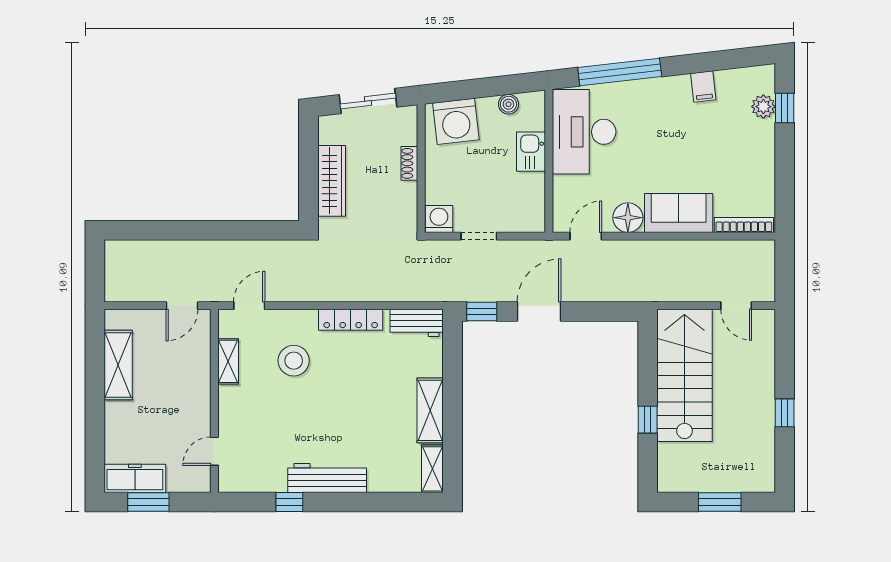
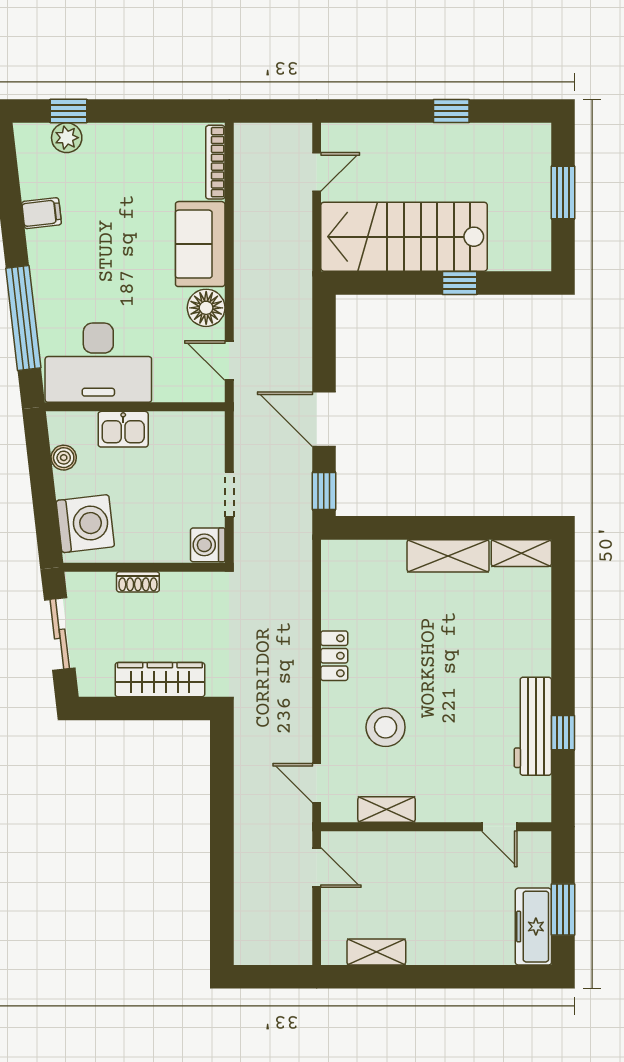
locker: (351, 320) -> (334, 656), width x0.66
workbench: (417, 323) -> (338, 573), removed
shelving: (118, 365) -> (376, 952), width x0.67, depth x0.75
workbench: (327, 478) -> (533, 726), moved

